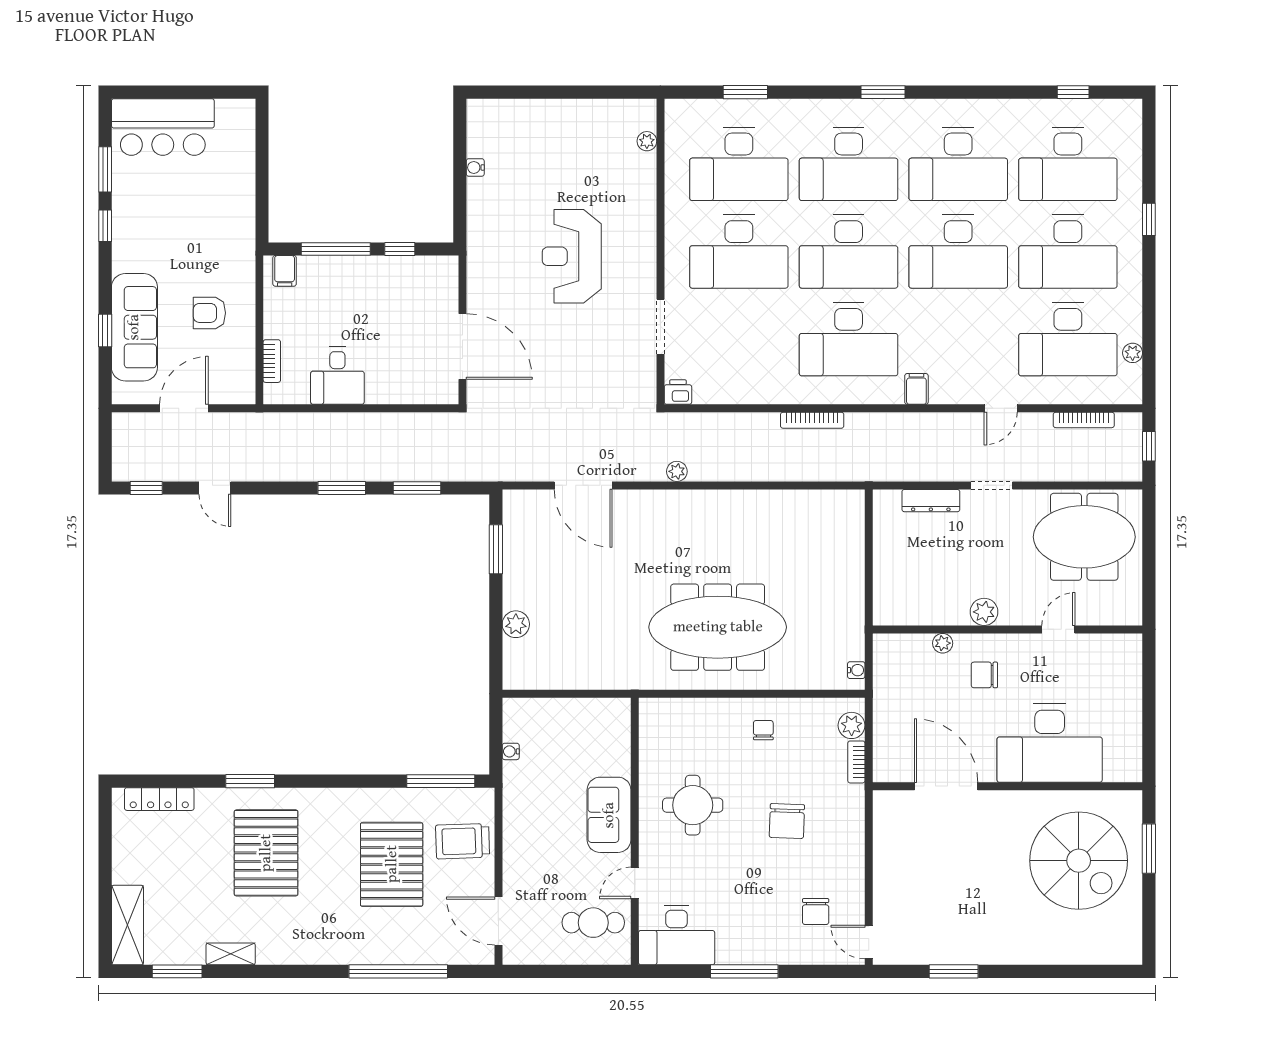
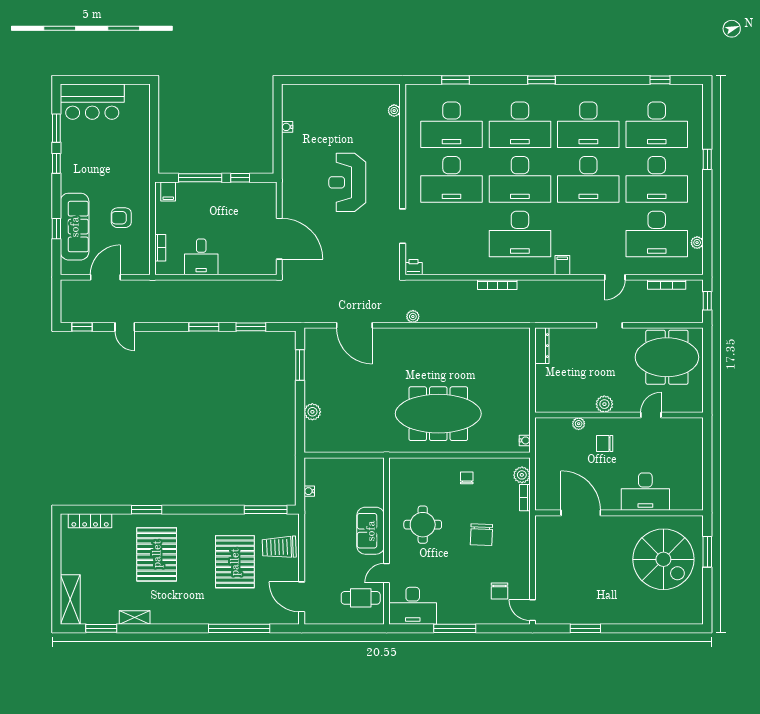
dresser: (931, 501) -> (542, 346), moved, turned -90
desk: (1050, 743) -> (645, 492), width x0.73, depth x0.77

